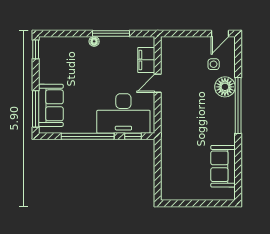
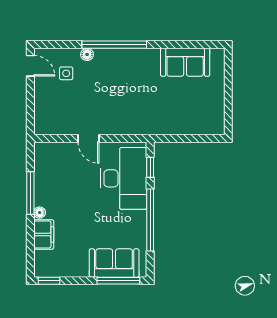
filing cabinet: (146, 60) -> (44, 235), moved, turned -90
floor lamp: (225, 87) -> (87, 54), width x0.53, depth x0.53

